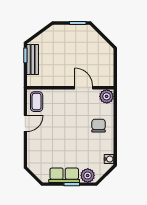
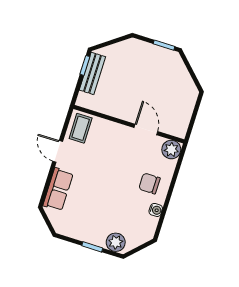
door: (25, 123) -> (58, 151), swing flipped
chair: (99, 126) -> (149, 183), turned -90
water cooler: (109, 159) -> (156, 210), moved
row of seats: (64, 175) -> (58, 189), moved, turned 90

